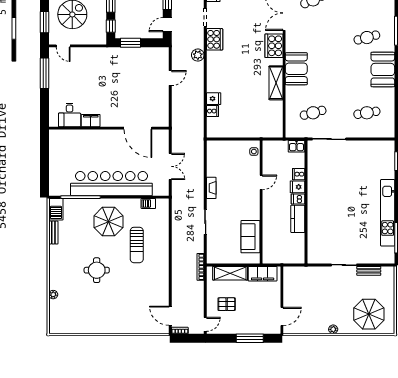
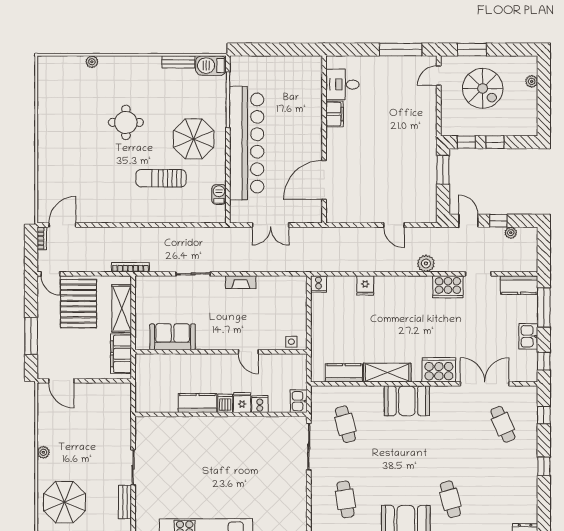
cooker: (213, 111) -> (319, 284), moved
kitchen counter: (276, 114) -> (344, 373), added
pallet: (227, 304) -> (79, 304), width x2.05, depth x2.00

